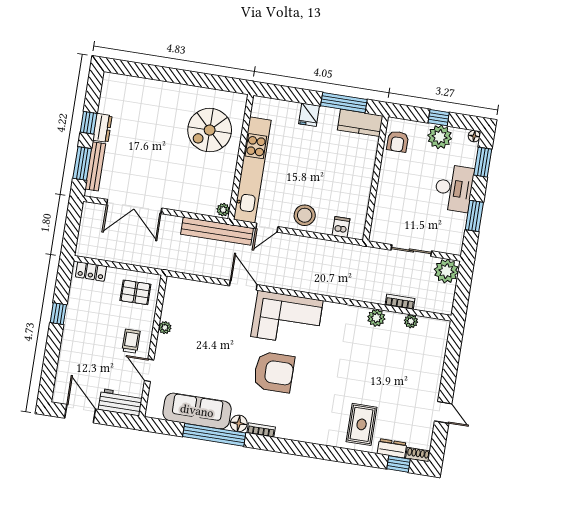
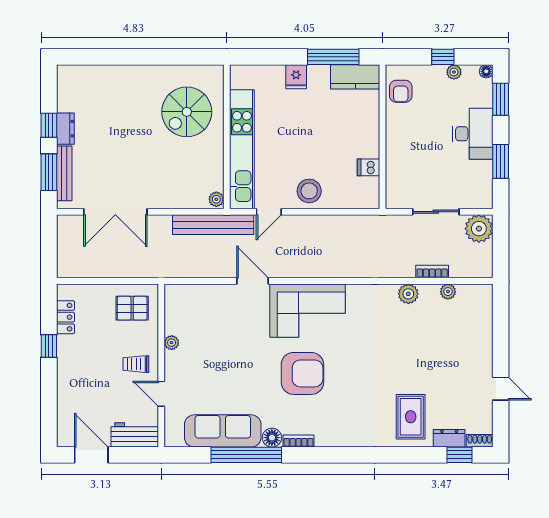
plant: (440, 137) -> (454, 72), width x0.53, depth x0.53
dishwasher: (341, 227) -> (368, 167), moved, turned -90
locker: (91, 272) -> (65, 317), moved, turned -90
trolley: (131, 341) -> (136, 364), turned -90

